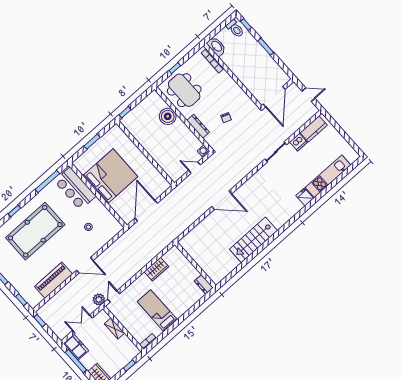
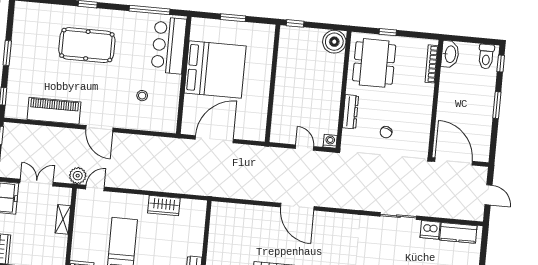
door: (274, 97) -> (454, 161), swing flipped
boiler: (168, 116) -> (334, 42), moved
pool table: (35, 231) -> (87, 45), width x0.73, depth x0.76

